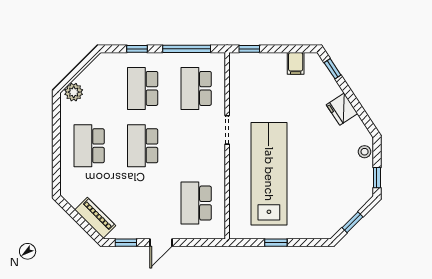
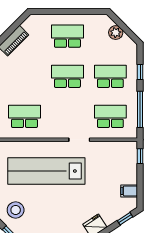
plant: (74, 92) -> (116, 33), moved
lab bench: (269, 174) -> (46, 171), turned 180
stool: (321, 215) -> (16, 210), added

